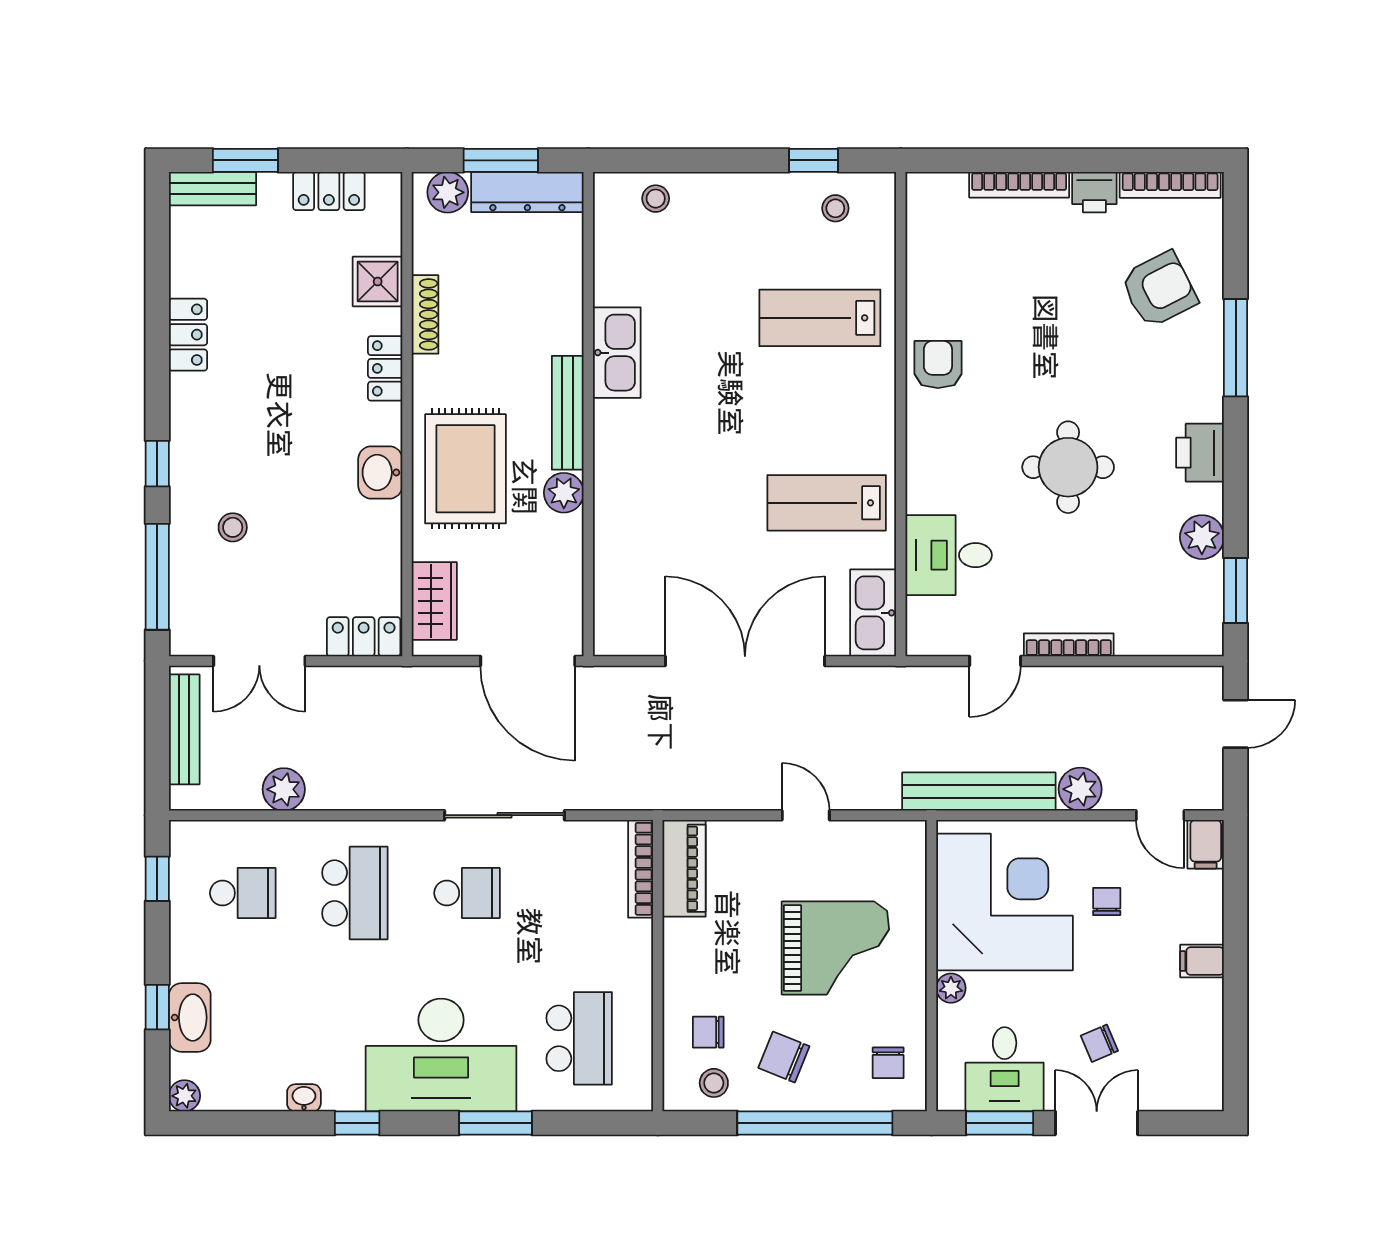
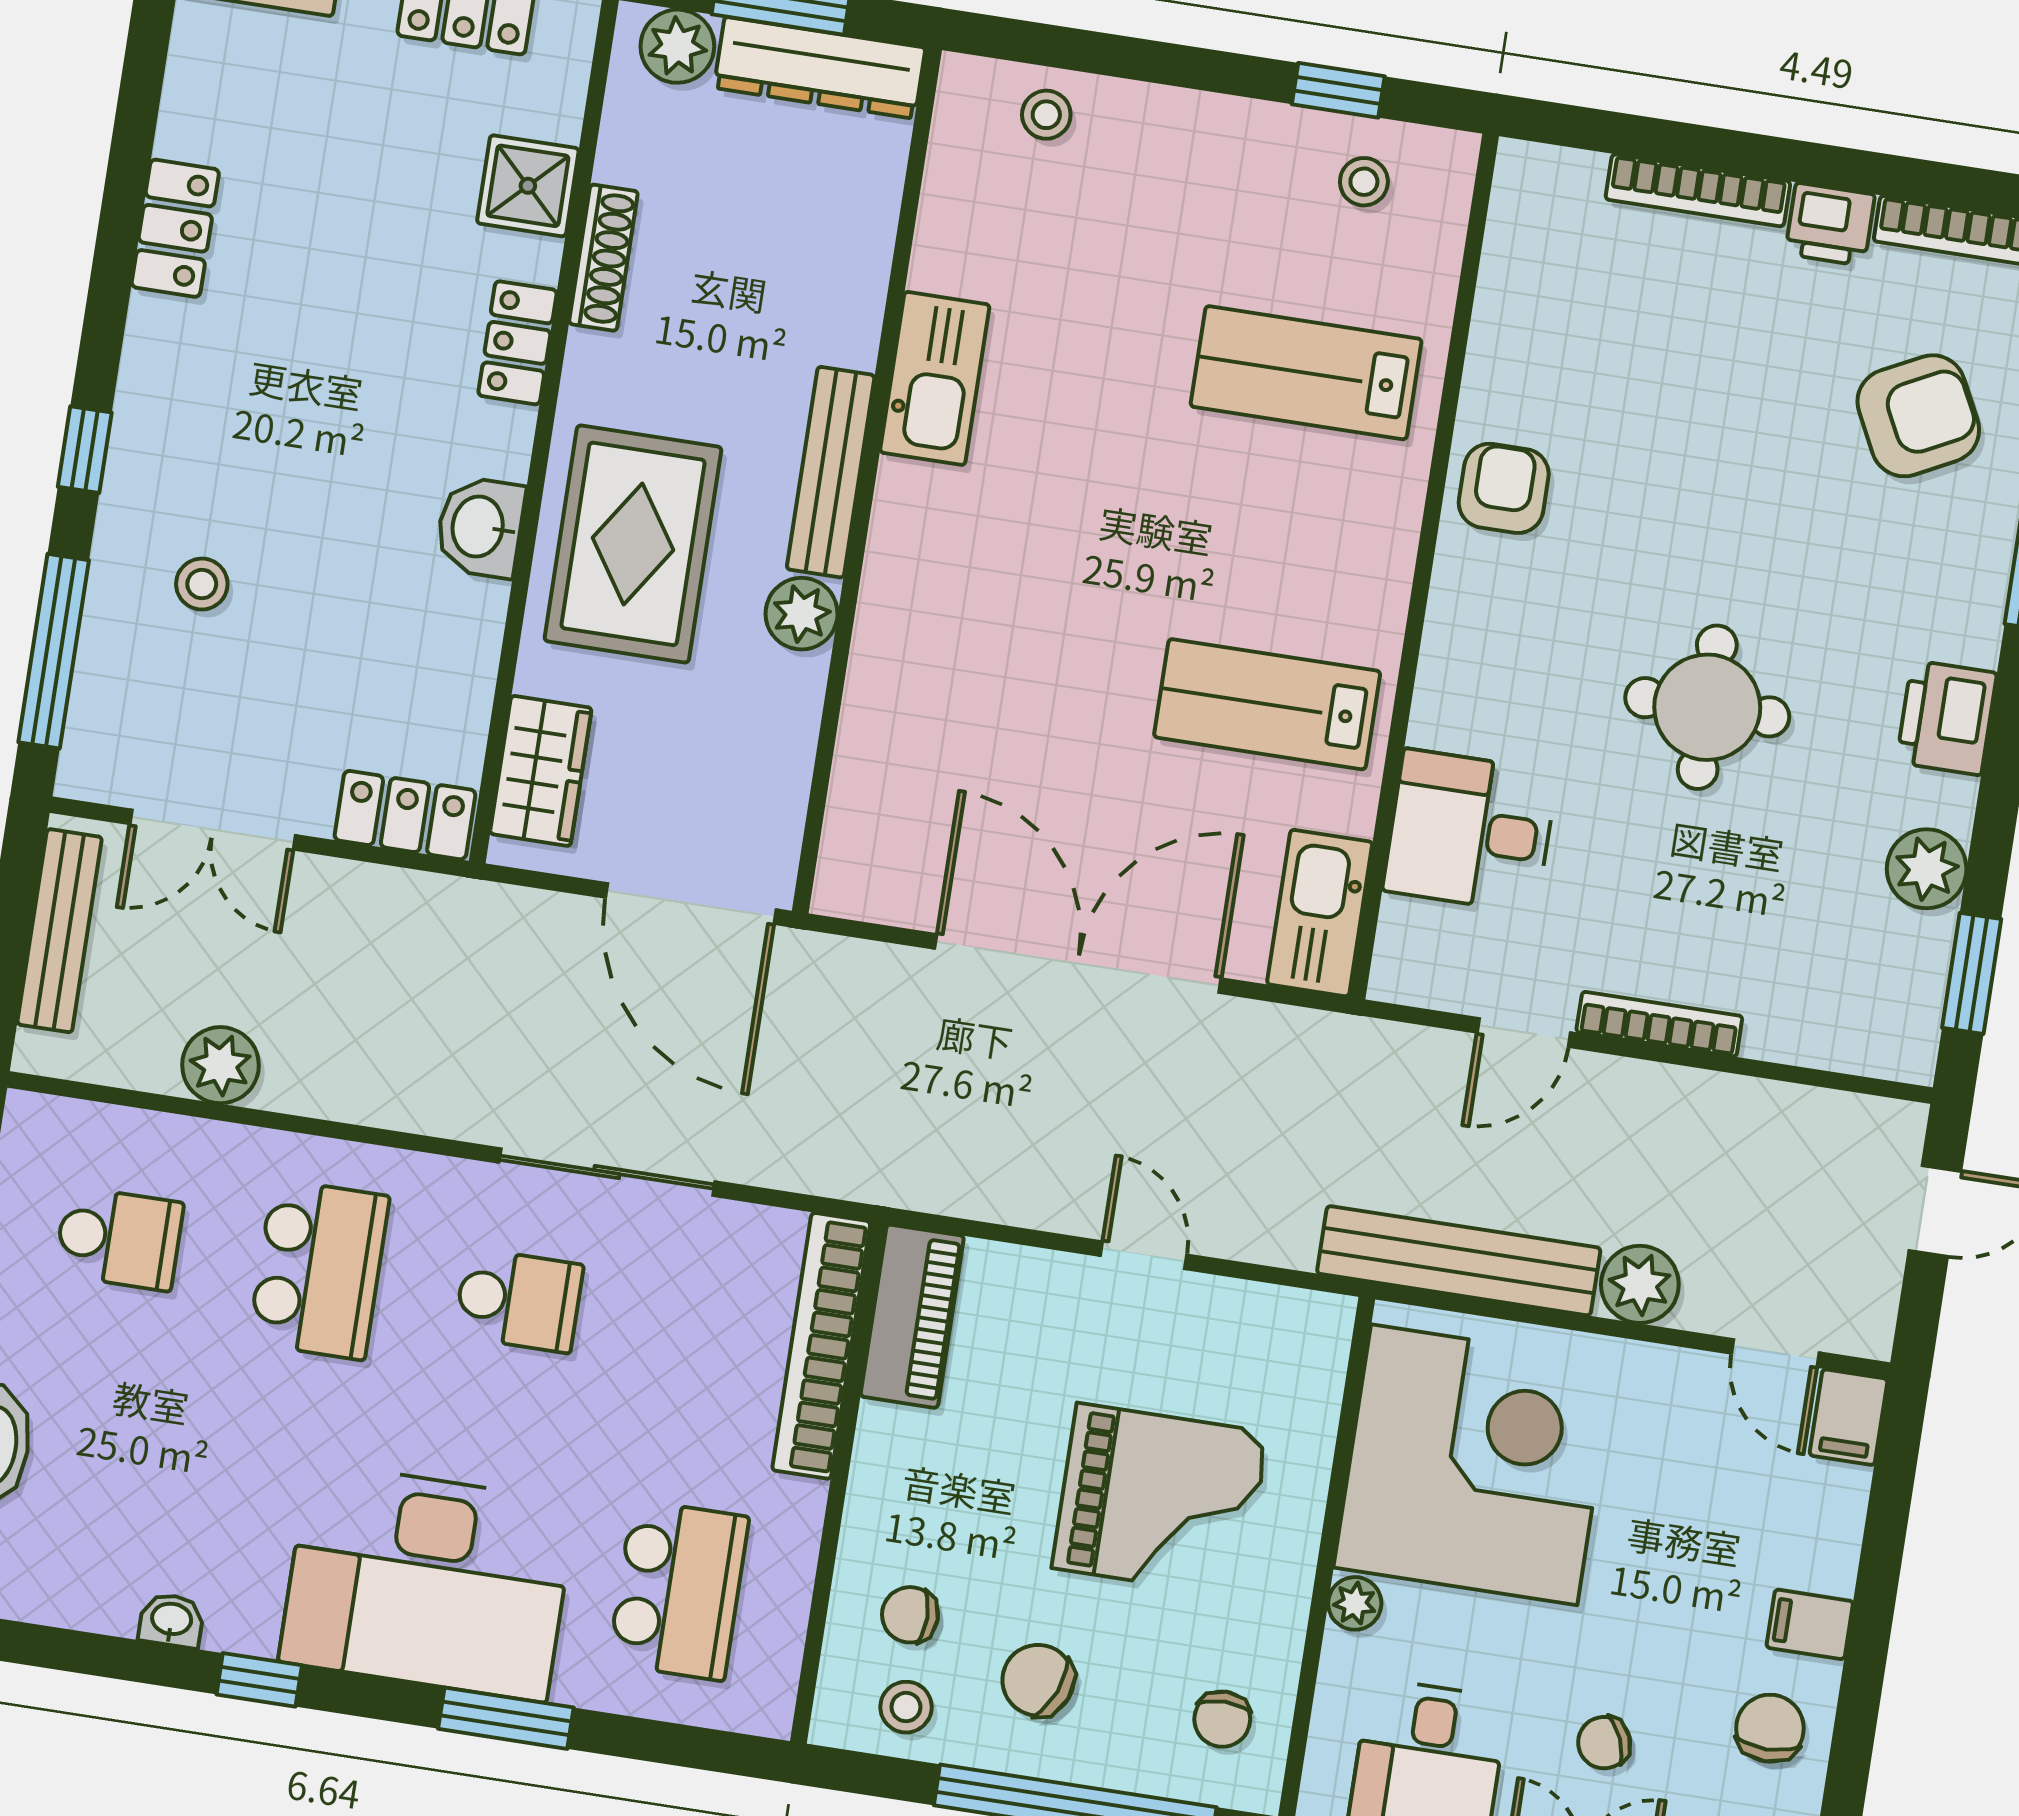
bookcase: (641, 869) -> (821, 1346), width x1.48, depth x1.31
chair: (1107, 901) -> (1770, 1728), moved, width x1.37, depth x1.37

